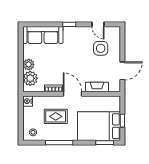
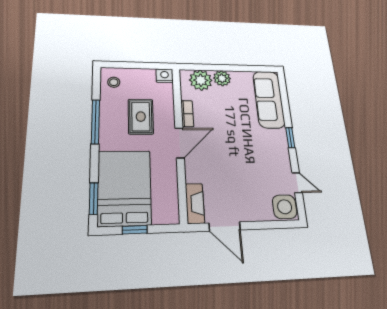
door: (98, 24) -> (297, 183), swing flipped
side table: (101, 48) -> (285, 207), moved
fireplace: (97, 87) -> (195, 203), moved

